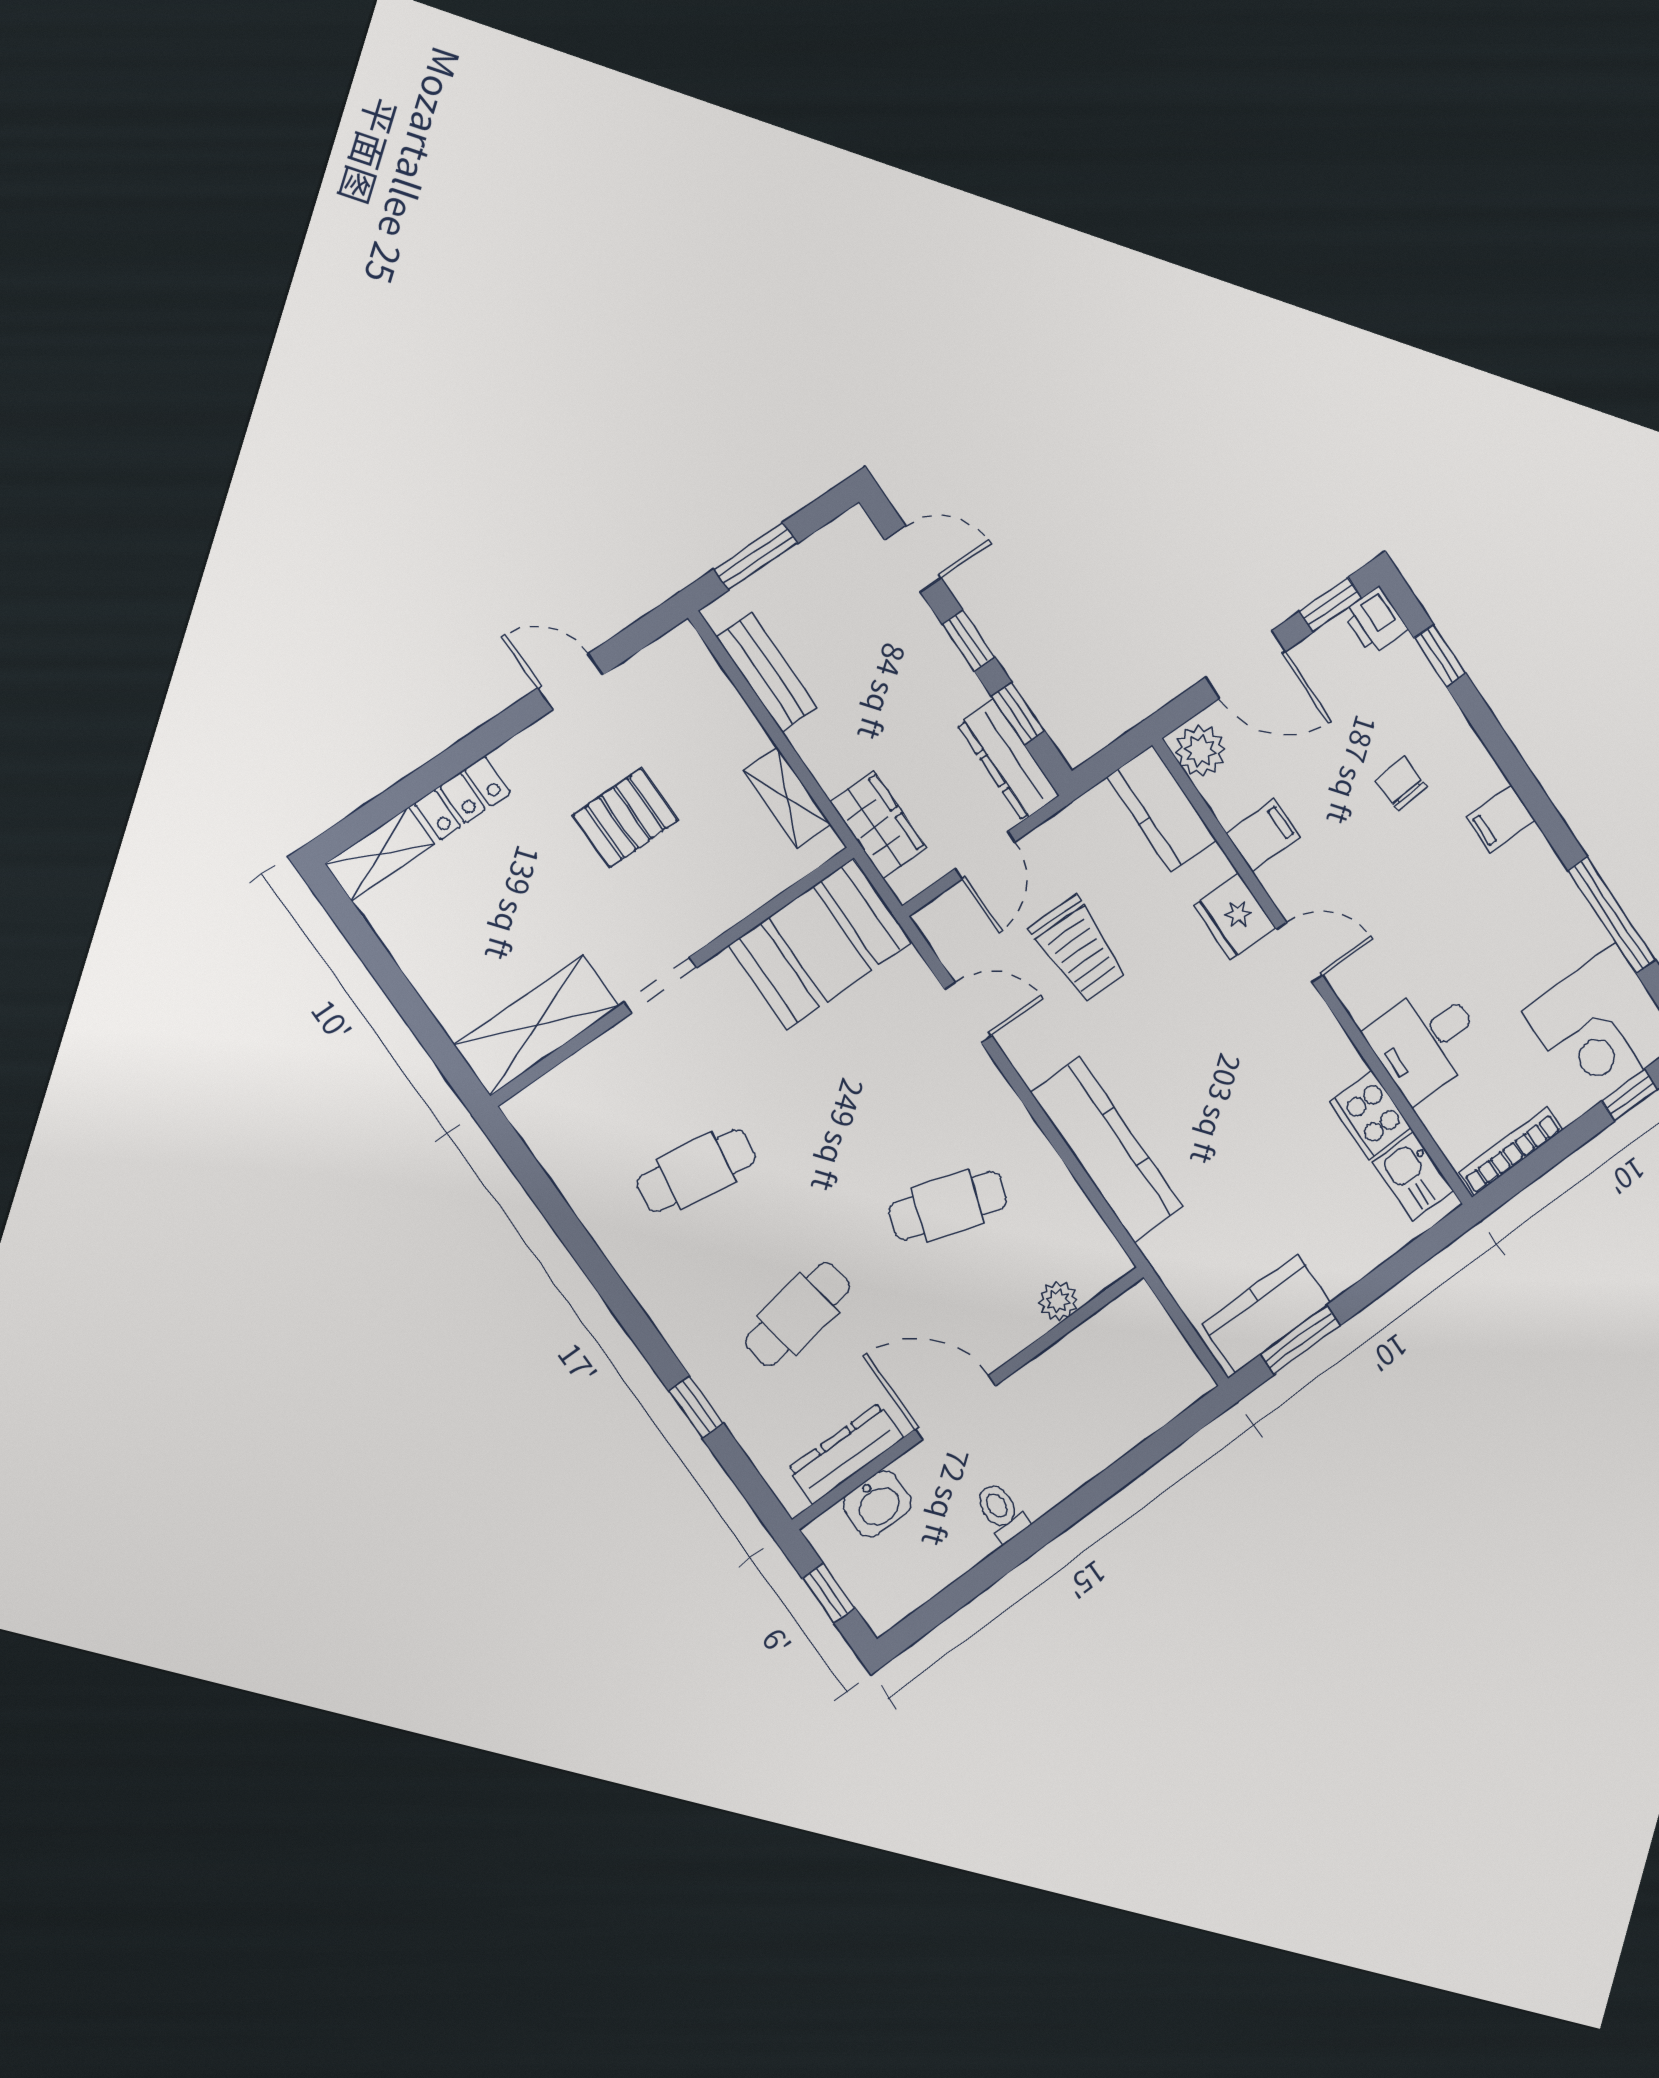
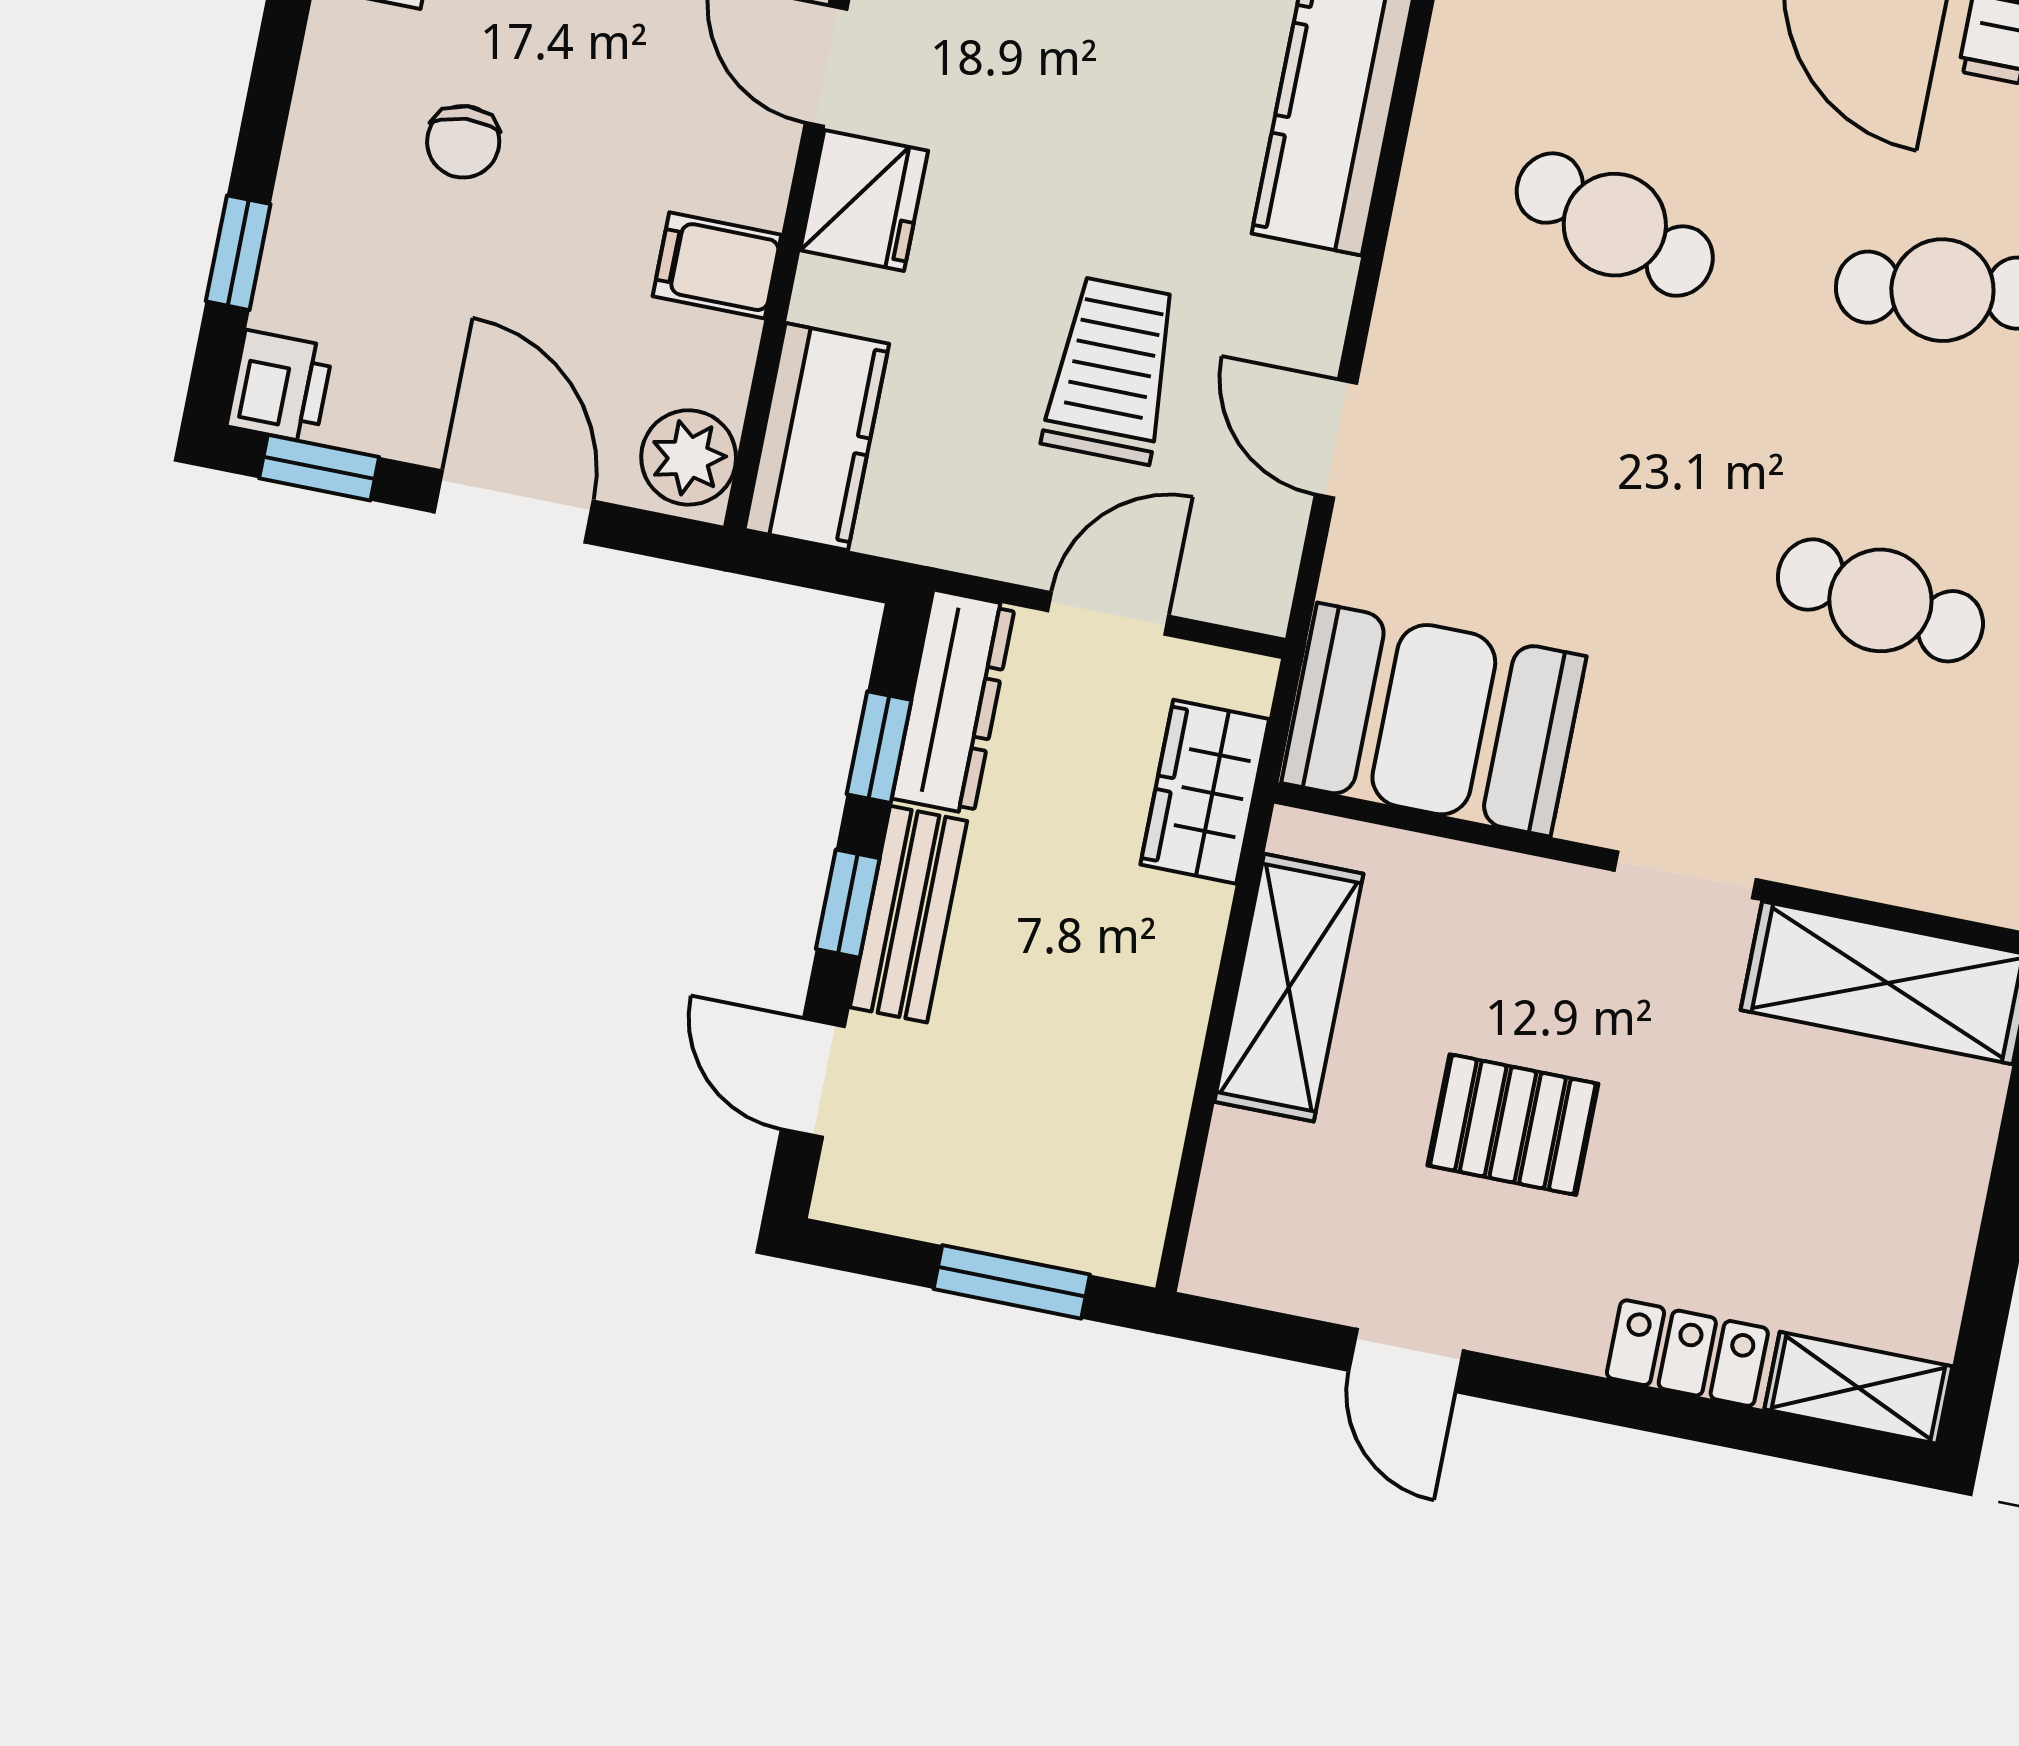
bench: (767, 672) -> (909, 914), moved
shelving: (787, 797) -> (1289, 988), width x1.50, depth x1.33

